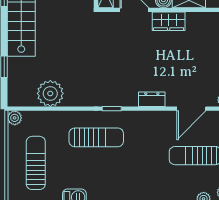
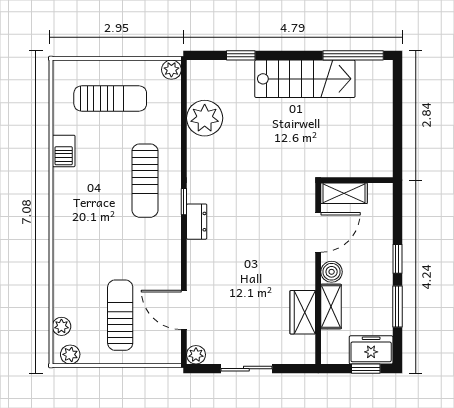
wardrobe: (169, 21) -> (303, 312), moved
dresser: (152, 99) -> (197, 222), moved

